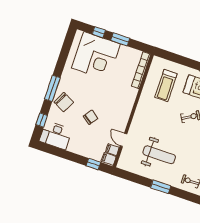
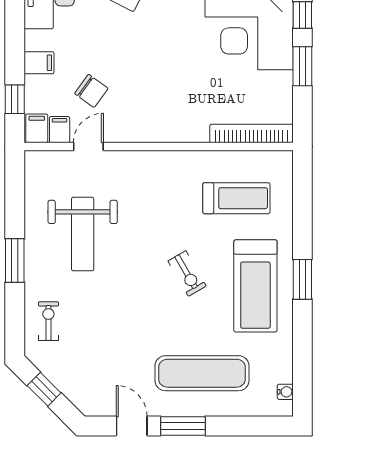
treadmill: (166, 86) -> (236, 198), turned 180
chair: (91, 117) -> (91, 91), moved
filing cabinet: (82, 149) -> (39, 63), added

